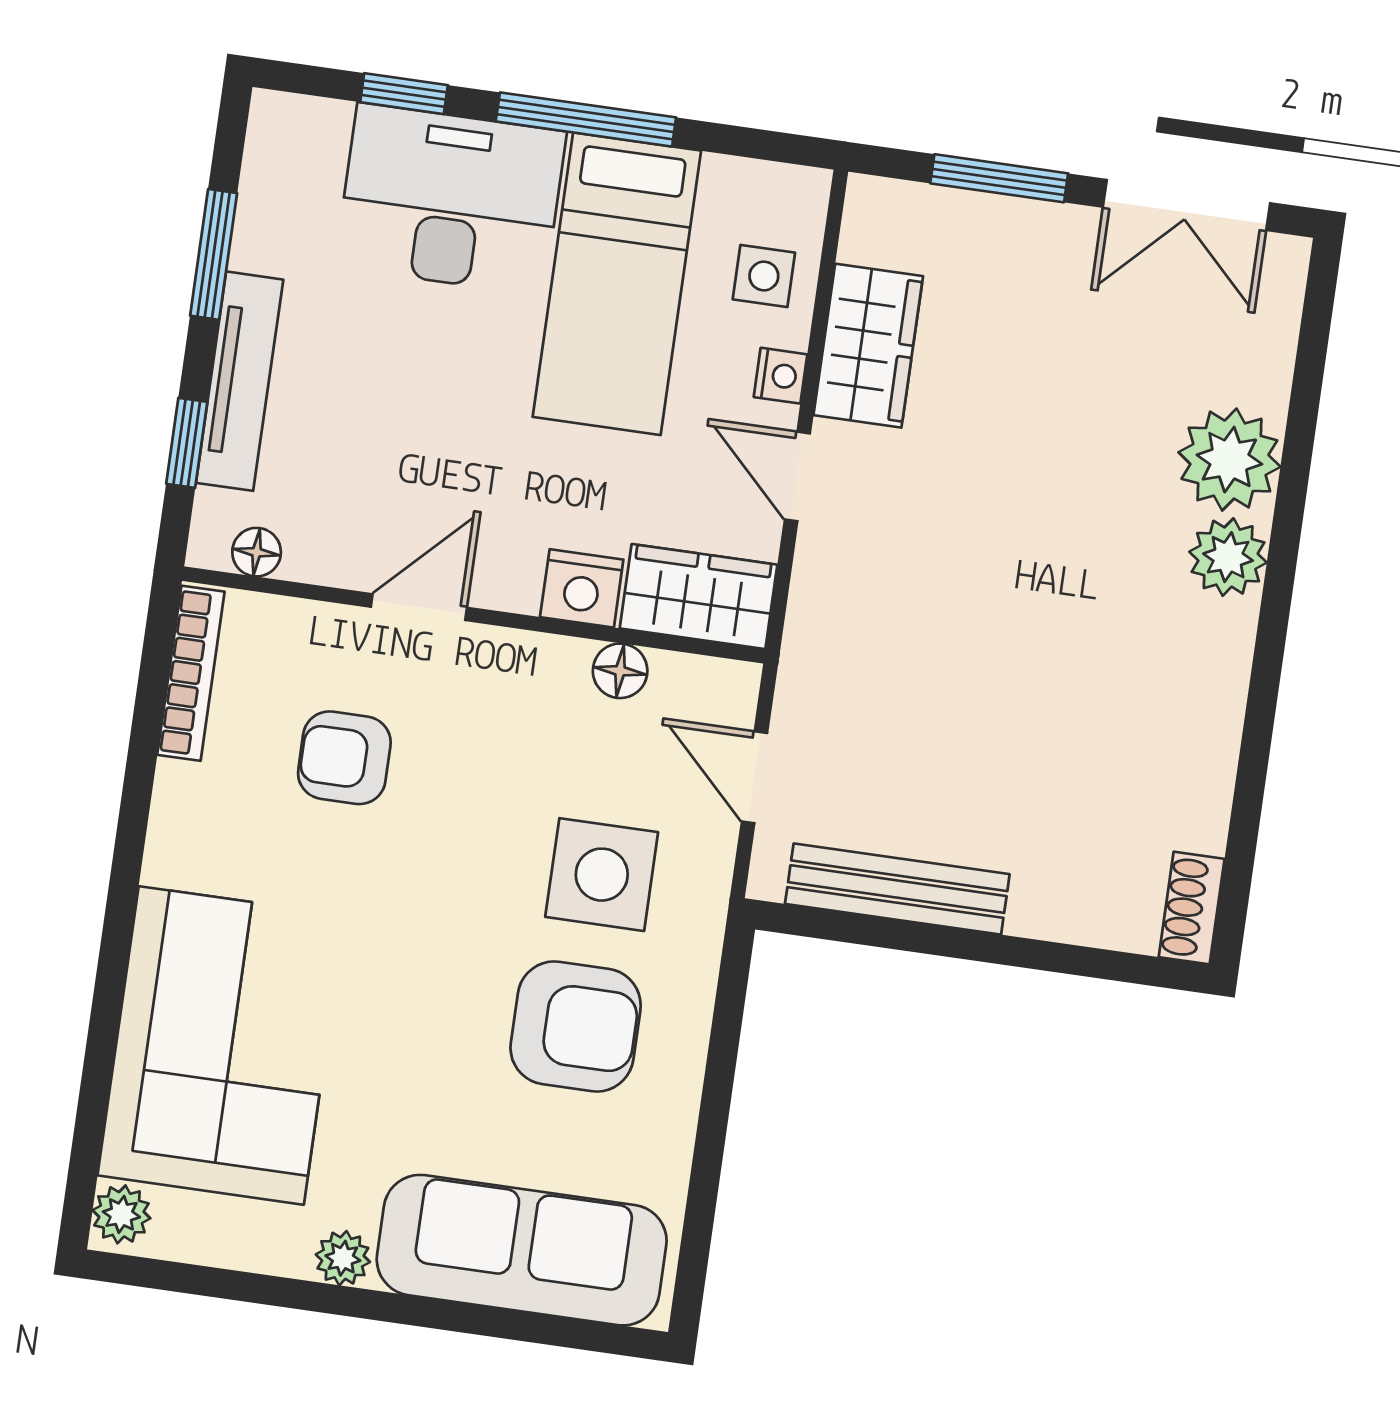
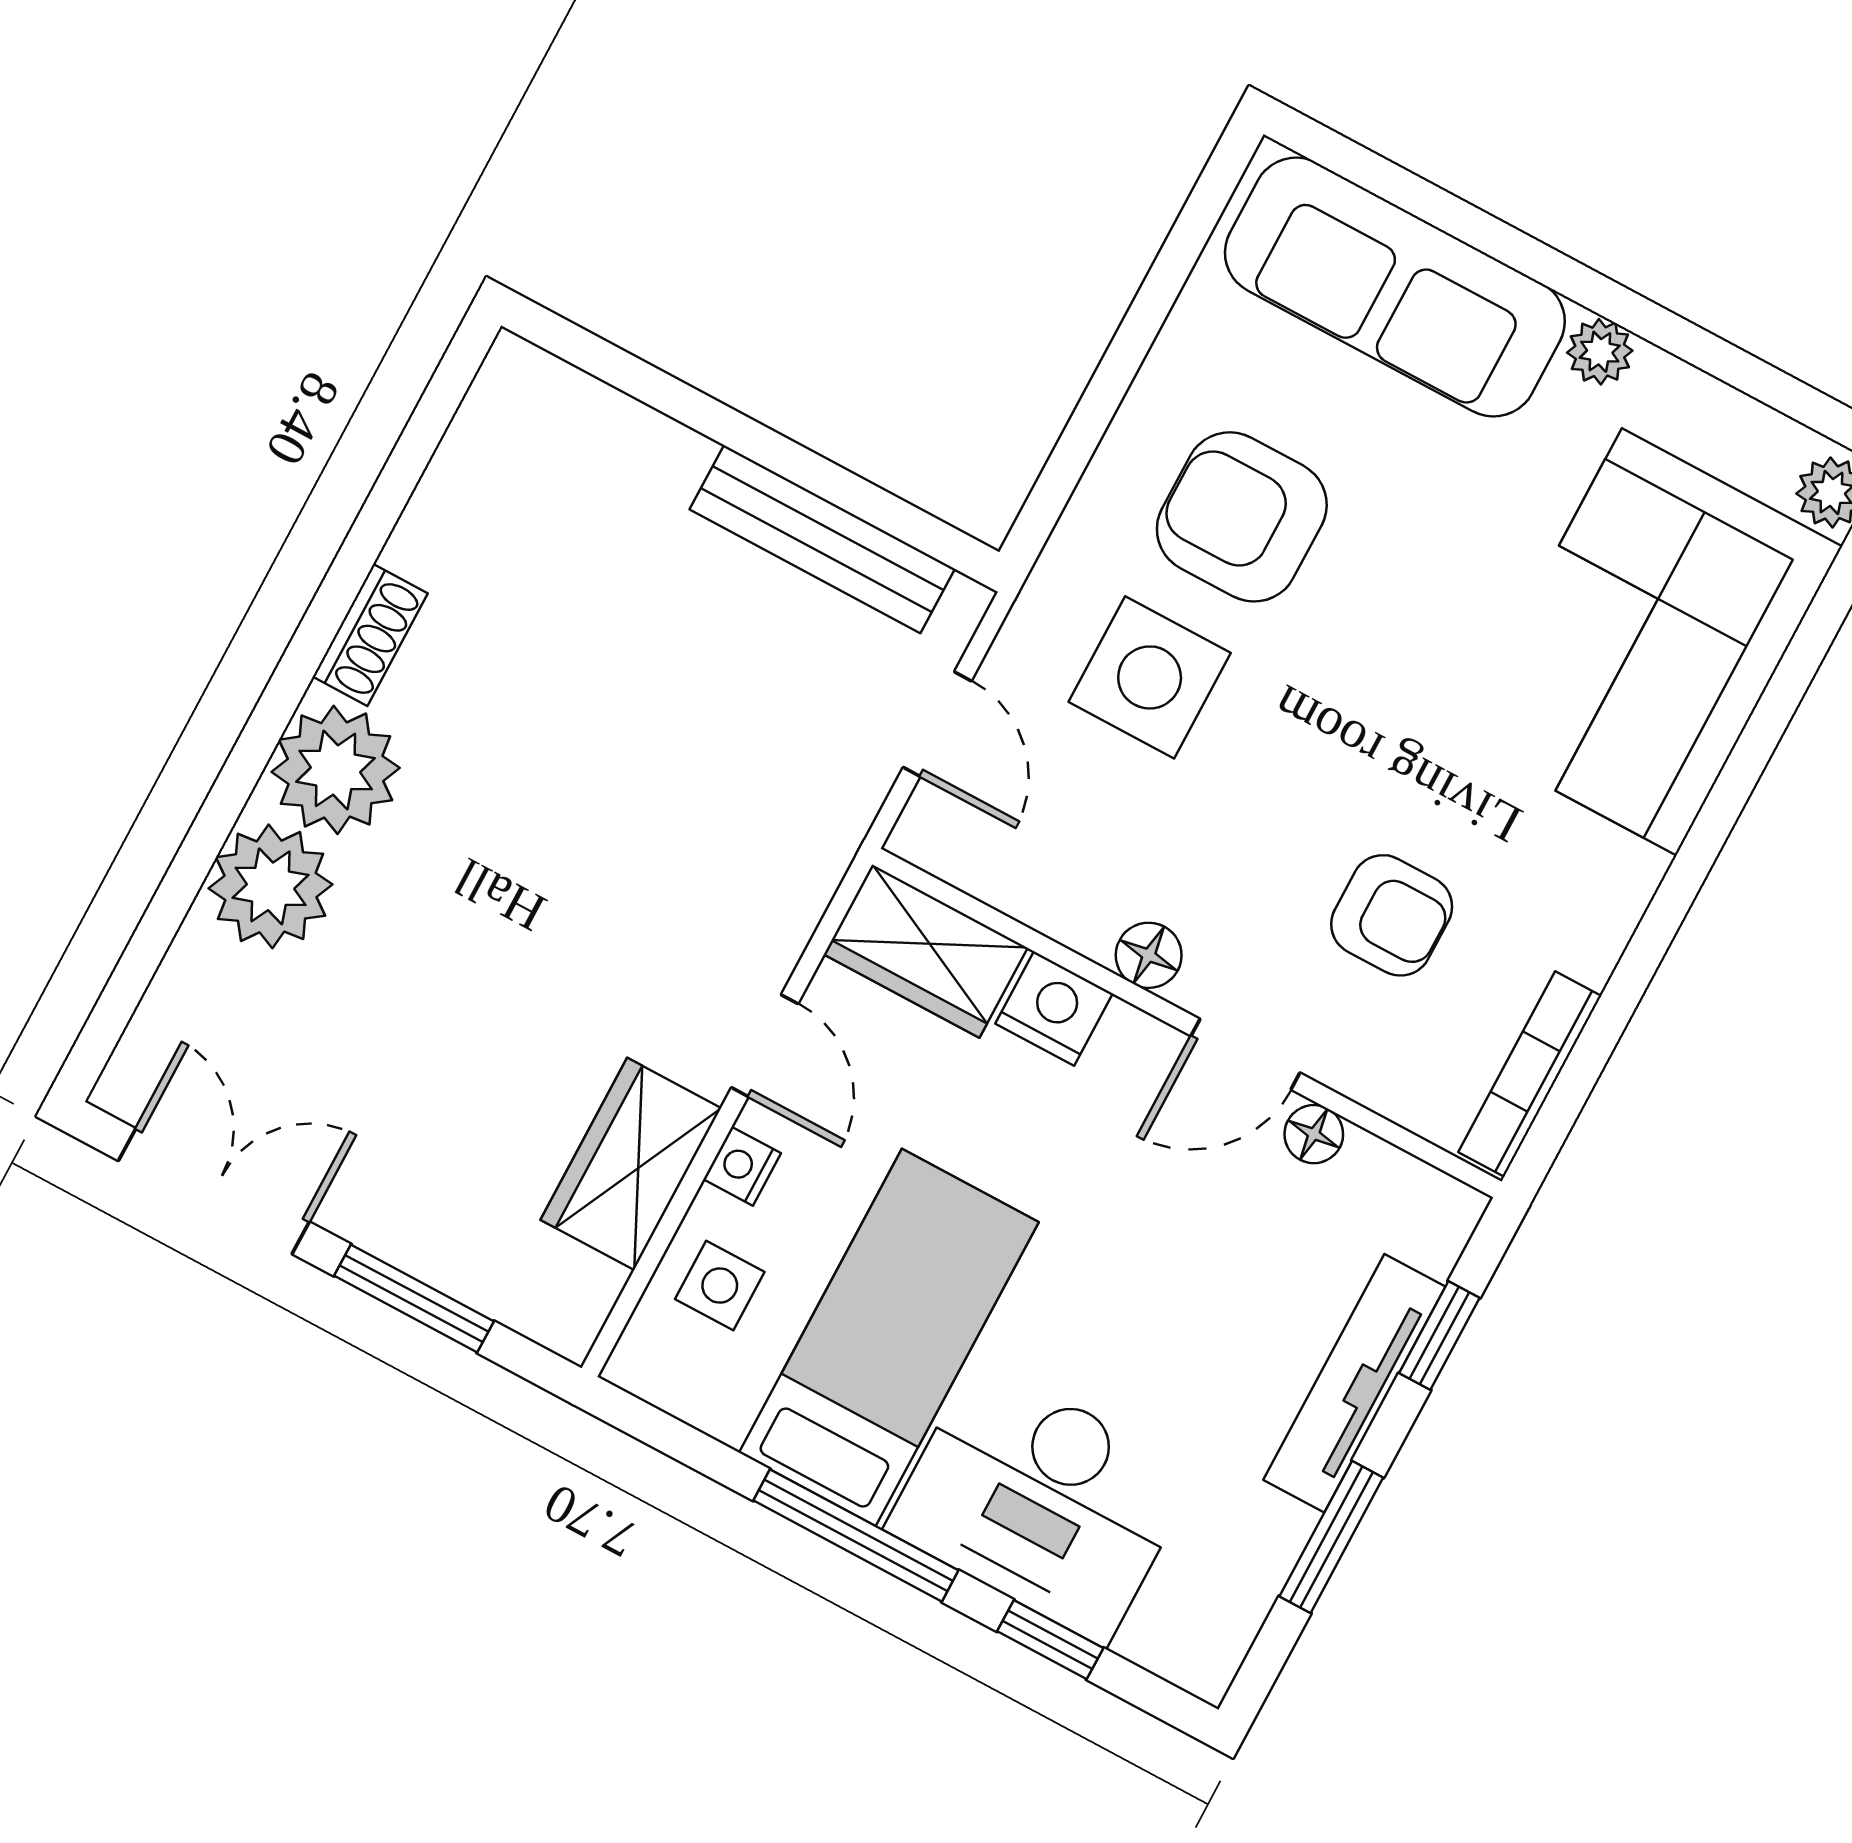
floor lamp: (257, 552) -> (1314, 1134), moved
plant: (1228, 557) -> (336, 770), width x1.36, depth x1.36
floor lamp: (620, 671) -> (1149, 955), moved
shoe rack: (1192, 908) -> (370, 635), moved

